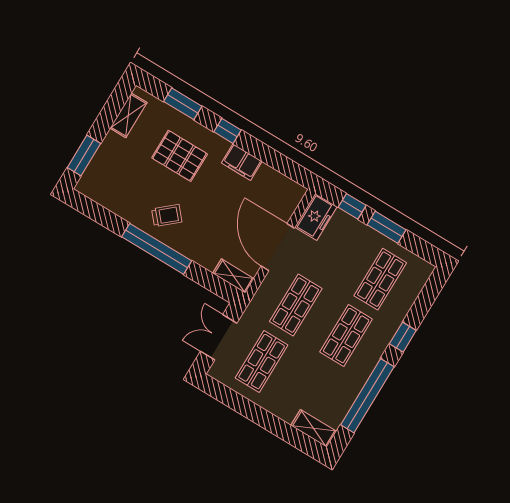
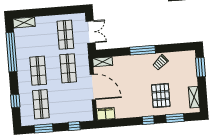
pallet: (180, 156) -> (161, 96), turned 90
filing cabinet: (242, 162) -> (106, 114), moved
trolley: (167, 216) -> (160, 63), moved
freezer: (316, 217) -> (86, 111), removed
window: (387, 227) -> (44, 128), moved
window: (157, 249) -> (143, 50), width x0.68
window: (403, 337) -> (15, 101), moved

